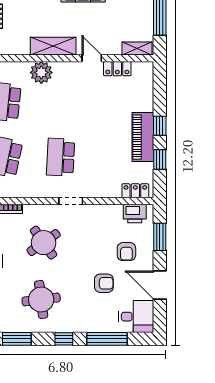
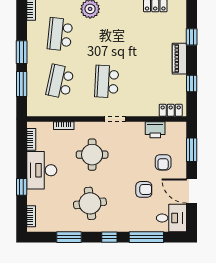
window: (160, 126) -> (192, 37), moved
piano: (143, 137) -> (179, 59), width x0.73, depth x0.75
printer: (135, 214) -> (155, 130), moved
round table: (44, 243) -> (92, 155), turned 35

